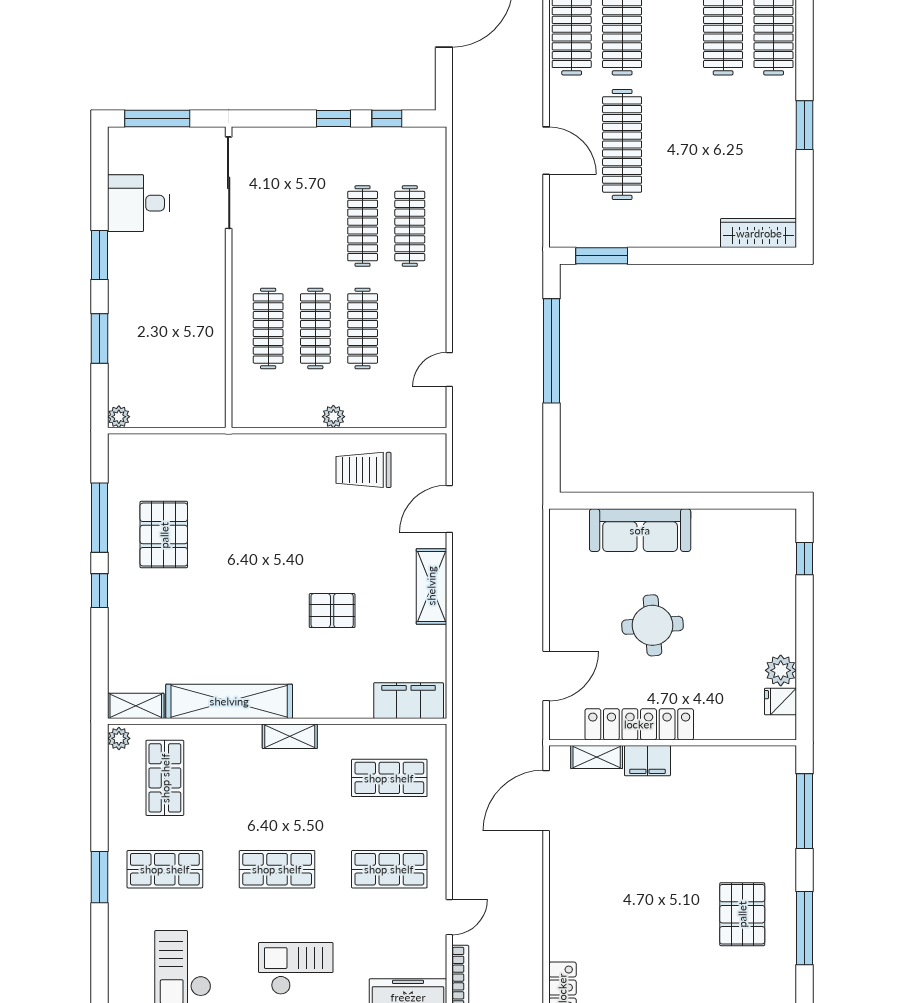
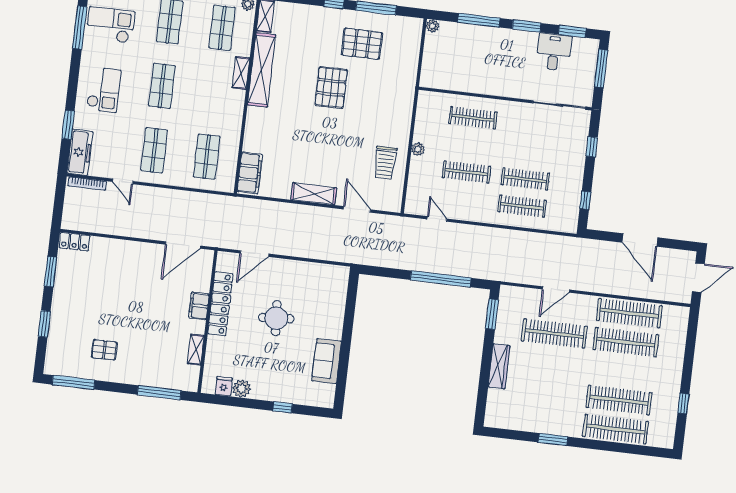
window: (333, 119) -> (592, 147), moved
window: (99, 176) -> (572, 31), added
wardrobe: (759, 233) -> (499, 366), moved
clothes rail: (315, 328) -> (470, 145), removed
window: (99, 338) -> (479, 20), width x1.44
trolley: (363, 470) -> (385, 163), turned 180
sofa: (640, 530) -> (327, 361), moved, width x0.73
window: (804, 559) -> (283, 407), moved
pallet: (332, 611) -> (331, 88), moved, width x1.50, depth x1.42
door: (546, 676) -> (254, 254), hinge flipped
shelving: (290, 736) -> (241, 73), moved
shelving: (597, 757) -> (196, 350), moved
shop shelf: (165, 778) -> (222, 28), turned 90
door: (546, 801) -> (183, 245), swing flipped
pallet: (742, 914) -> (104, 350), width x0.67, depth x0.71
window: (804, 928) -> (73, 382), moved

